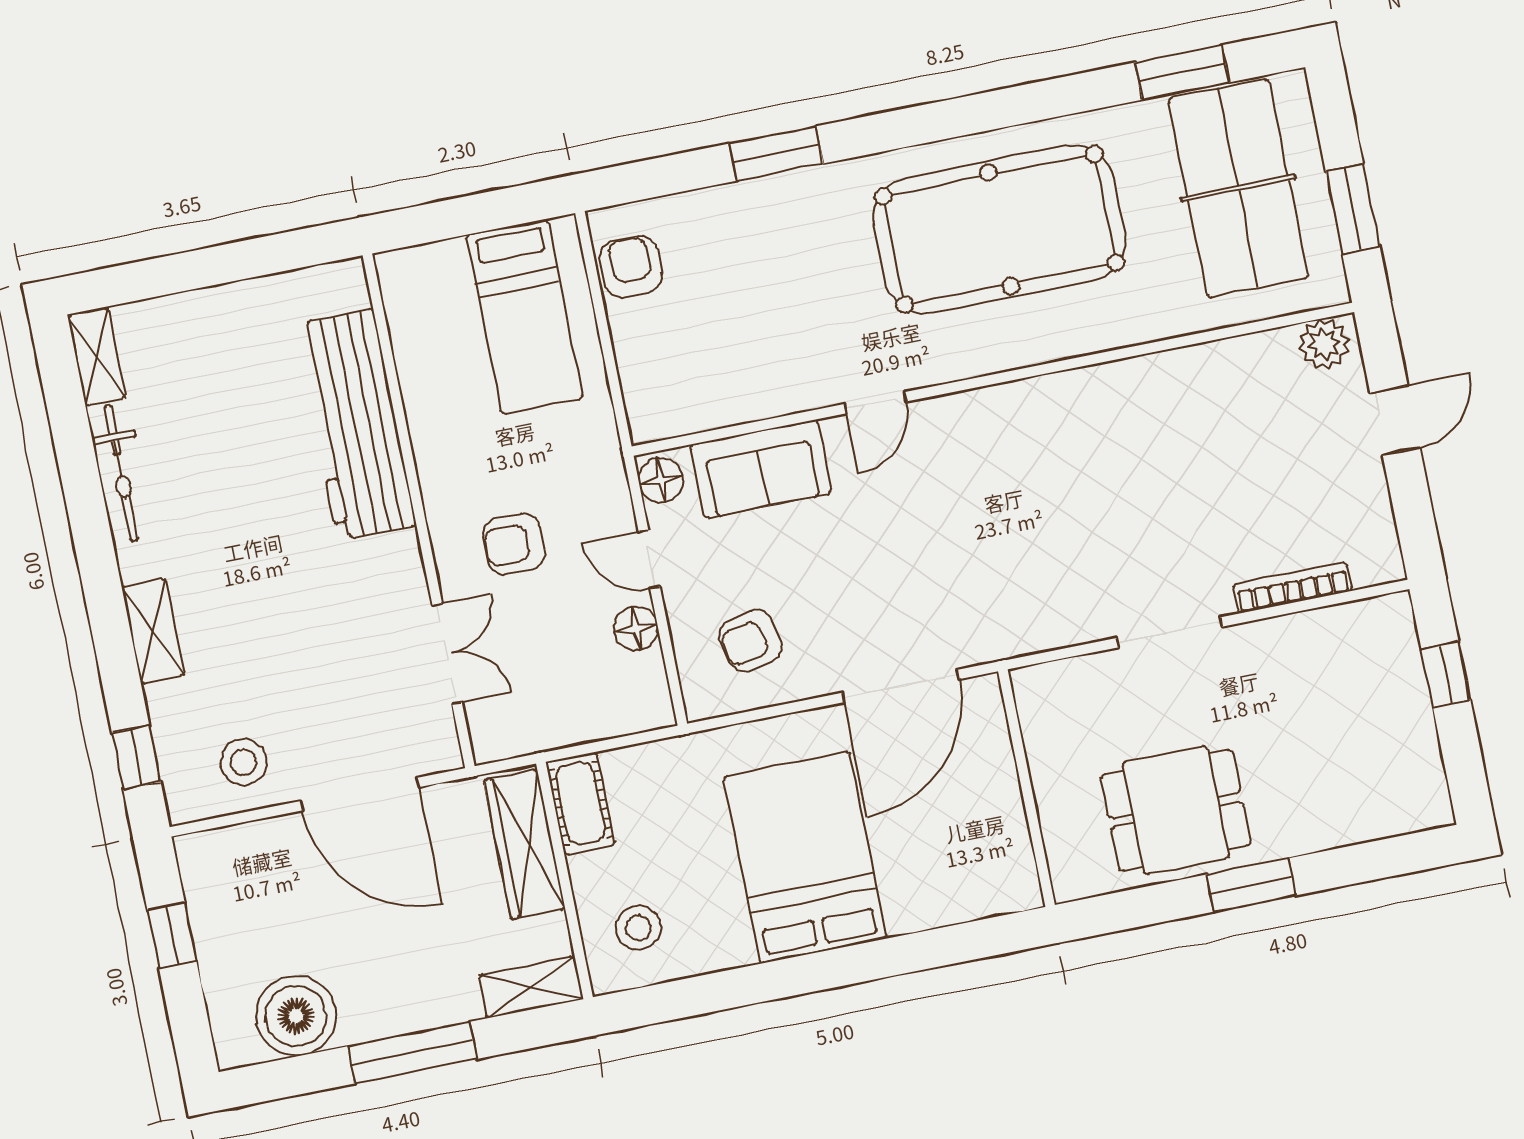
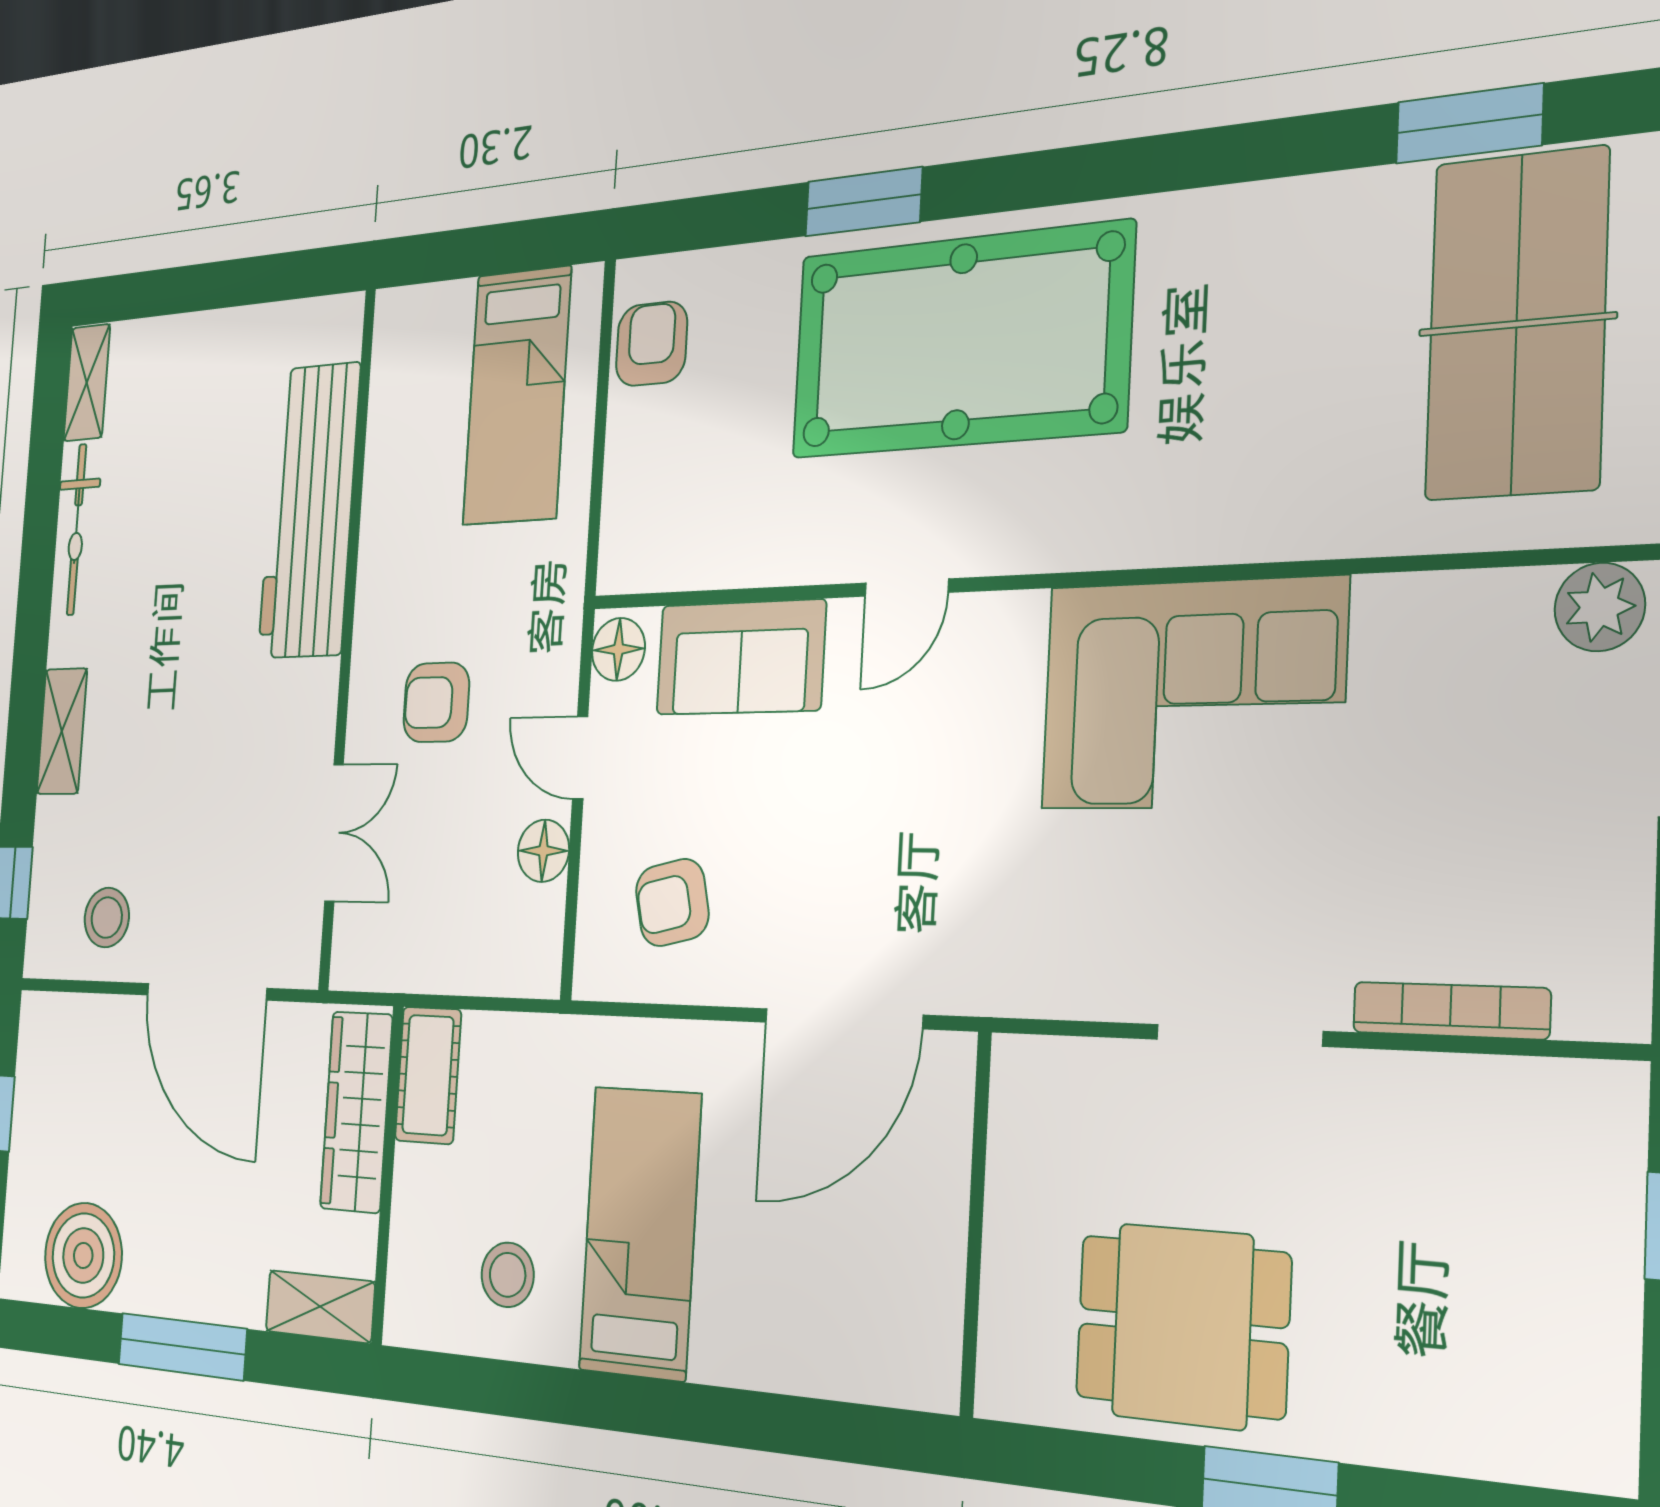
pool table: (999, 229) -> (960, 342), moved
corner sofa: (1090, 436) -> (1192, 694), added
bed: (805, 857) -> (640, 1233), width x0.67
stool: (638, 928) -> (508, 1275), moved

